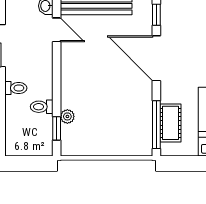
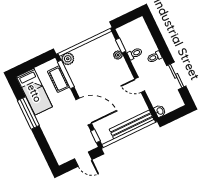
door: (57, 30) -> (140, 85), moved
plant: (143, 146) -> (68, 59), added

